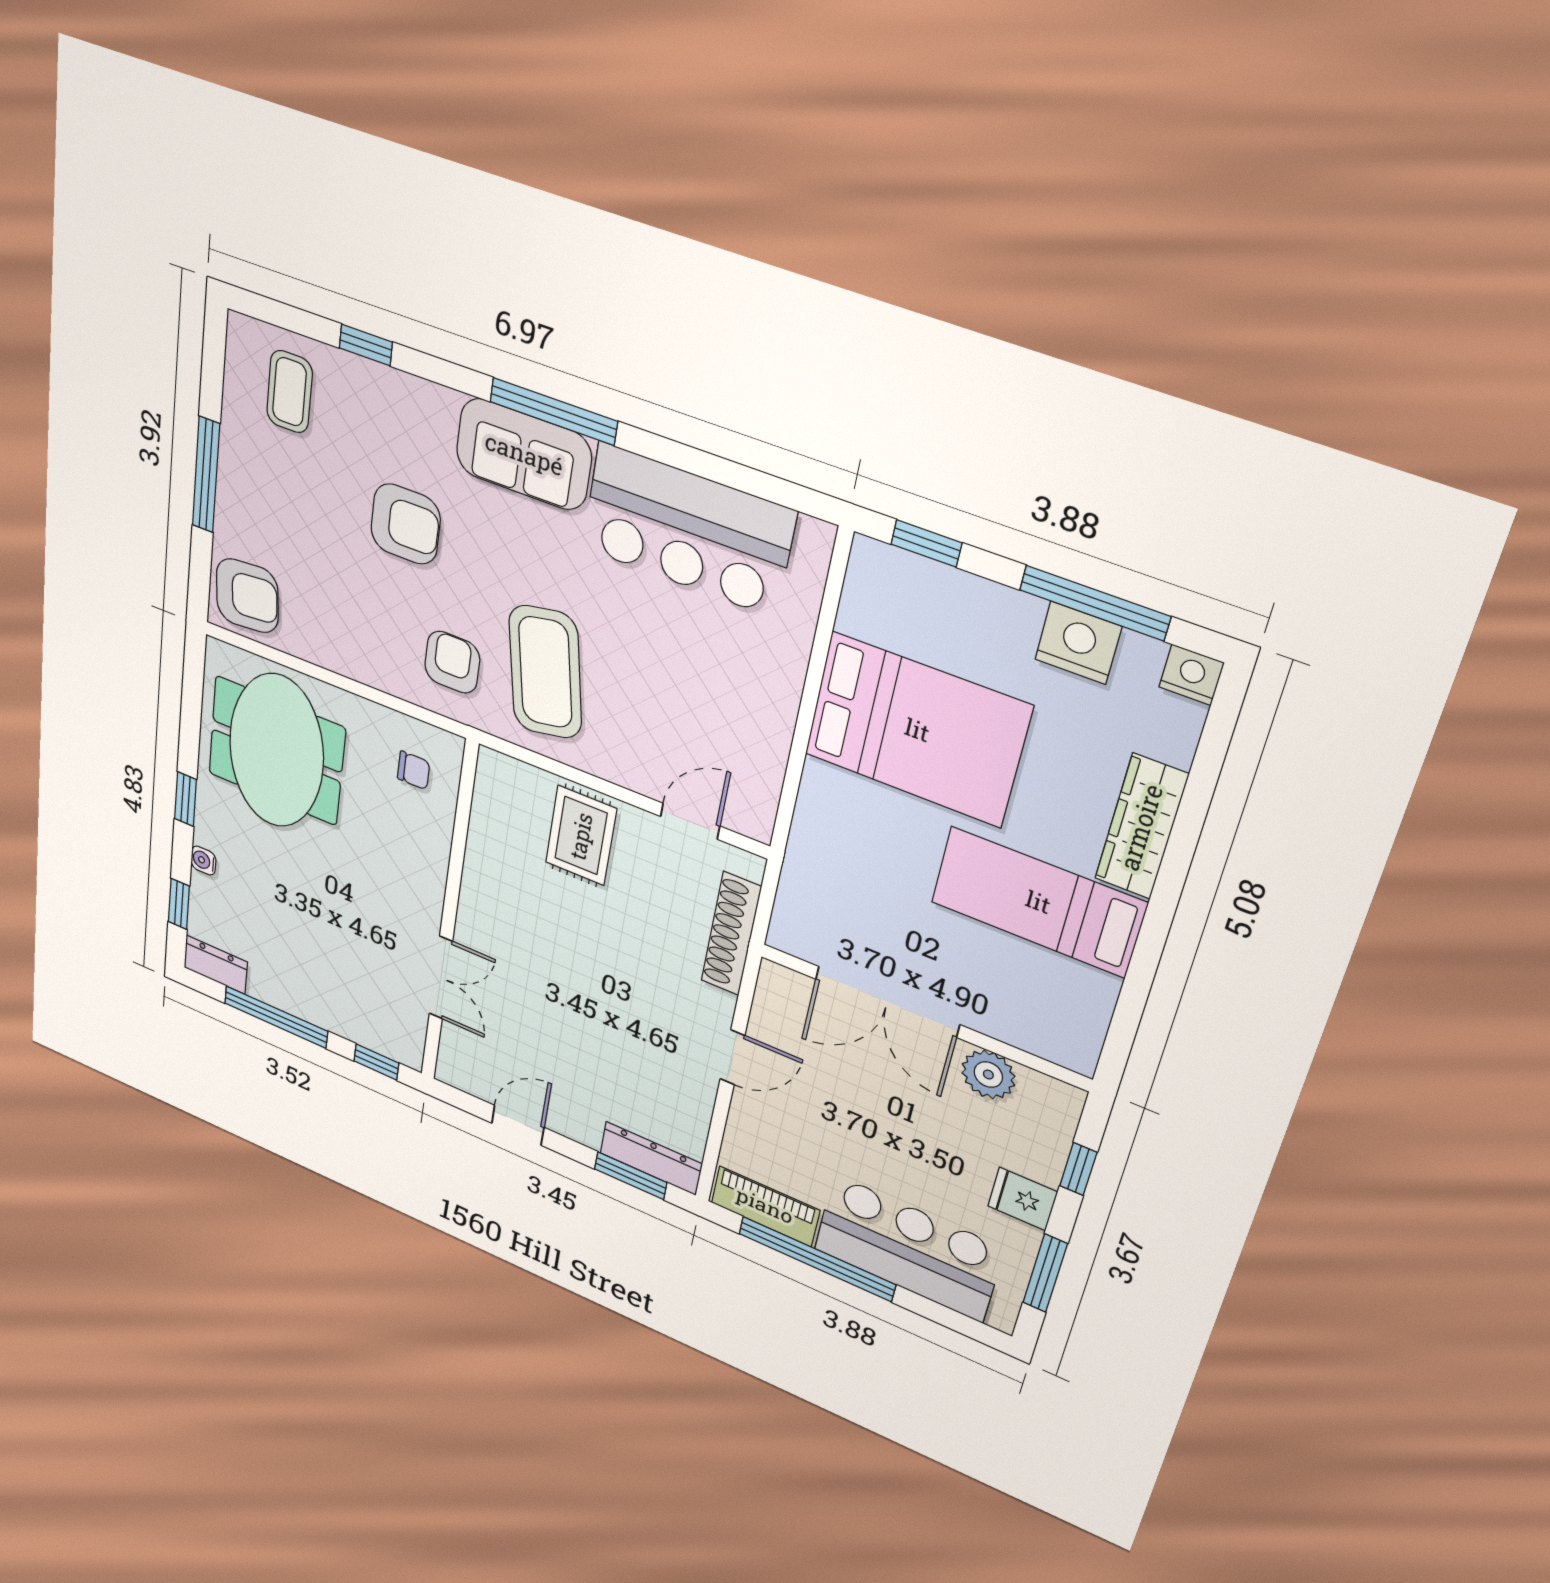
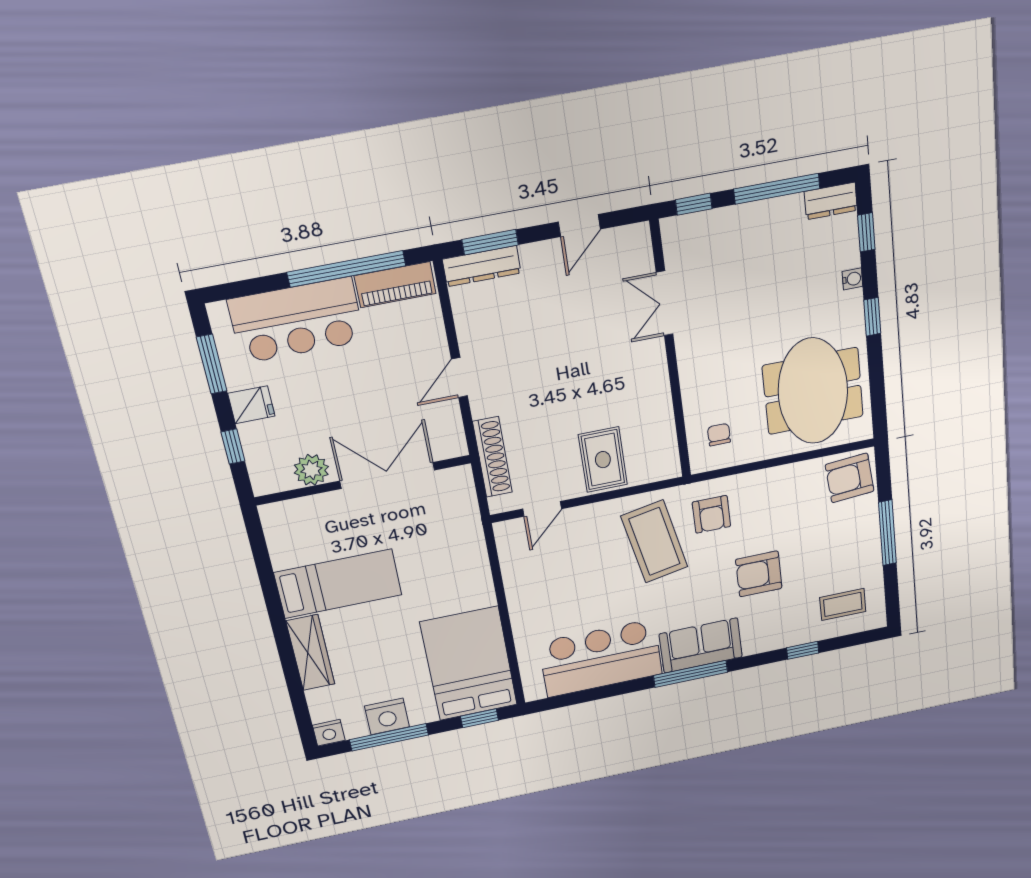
coffee table: (289, 392) -> (843, 604), turned 90
bed: (917, 730) -> (469, 664), moved, turned 90
chair: (414, 770) -> (719, 435), turned 90

